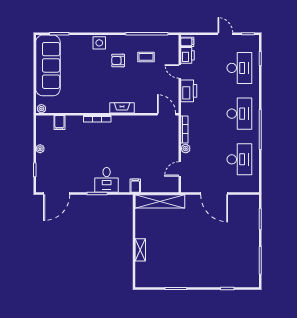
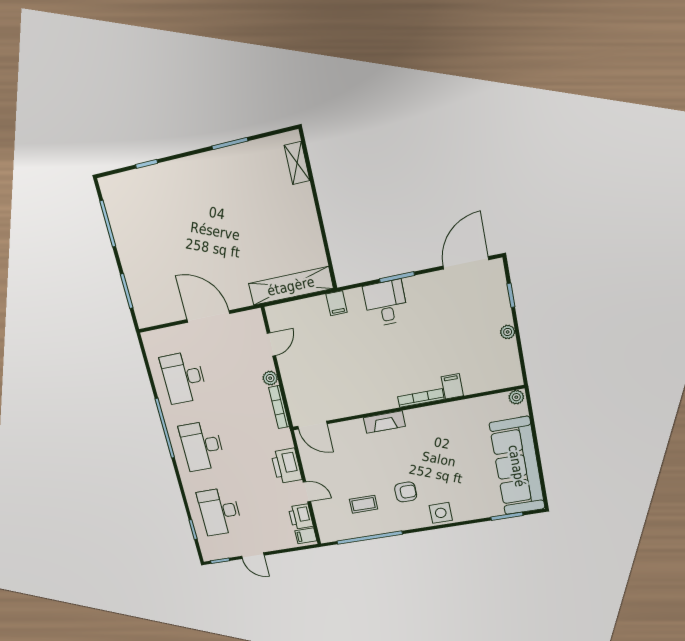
filing cabinet: (59, 122) -> (452, 386), moved
shelving: (140, 250) -> (297, 163), moved

